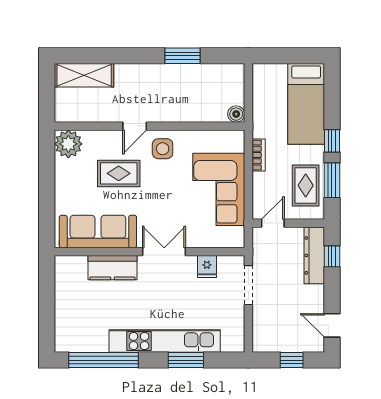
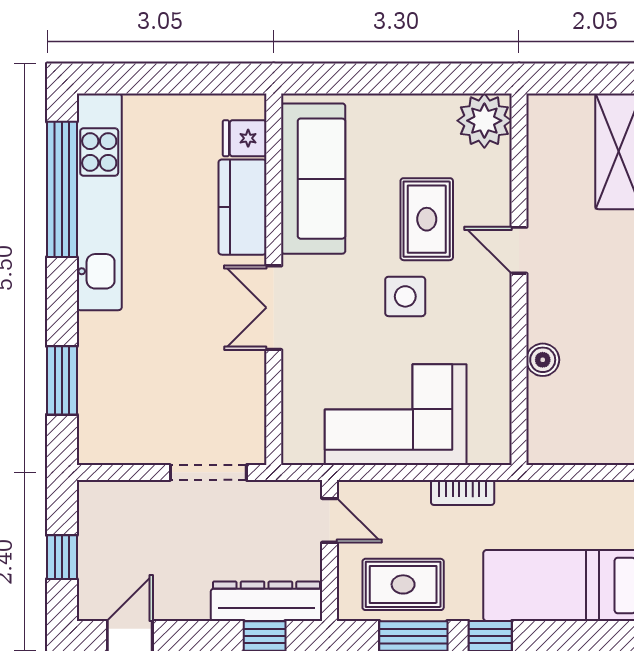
boiler: (236, 114) -> (543, 360), moved
side table: (163, 149) -> (405, 296), moved
double door: (164, 252) -> (274, 308), swing flipped
fridge: (207, 267) -> (245, 138), moved
kitchen unit: (165, 341) -> (99, 202), moved
window: (186, 360) -> (62, 380), moved

